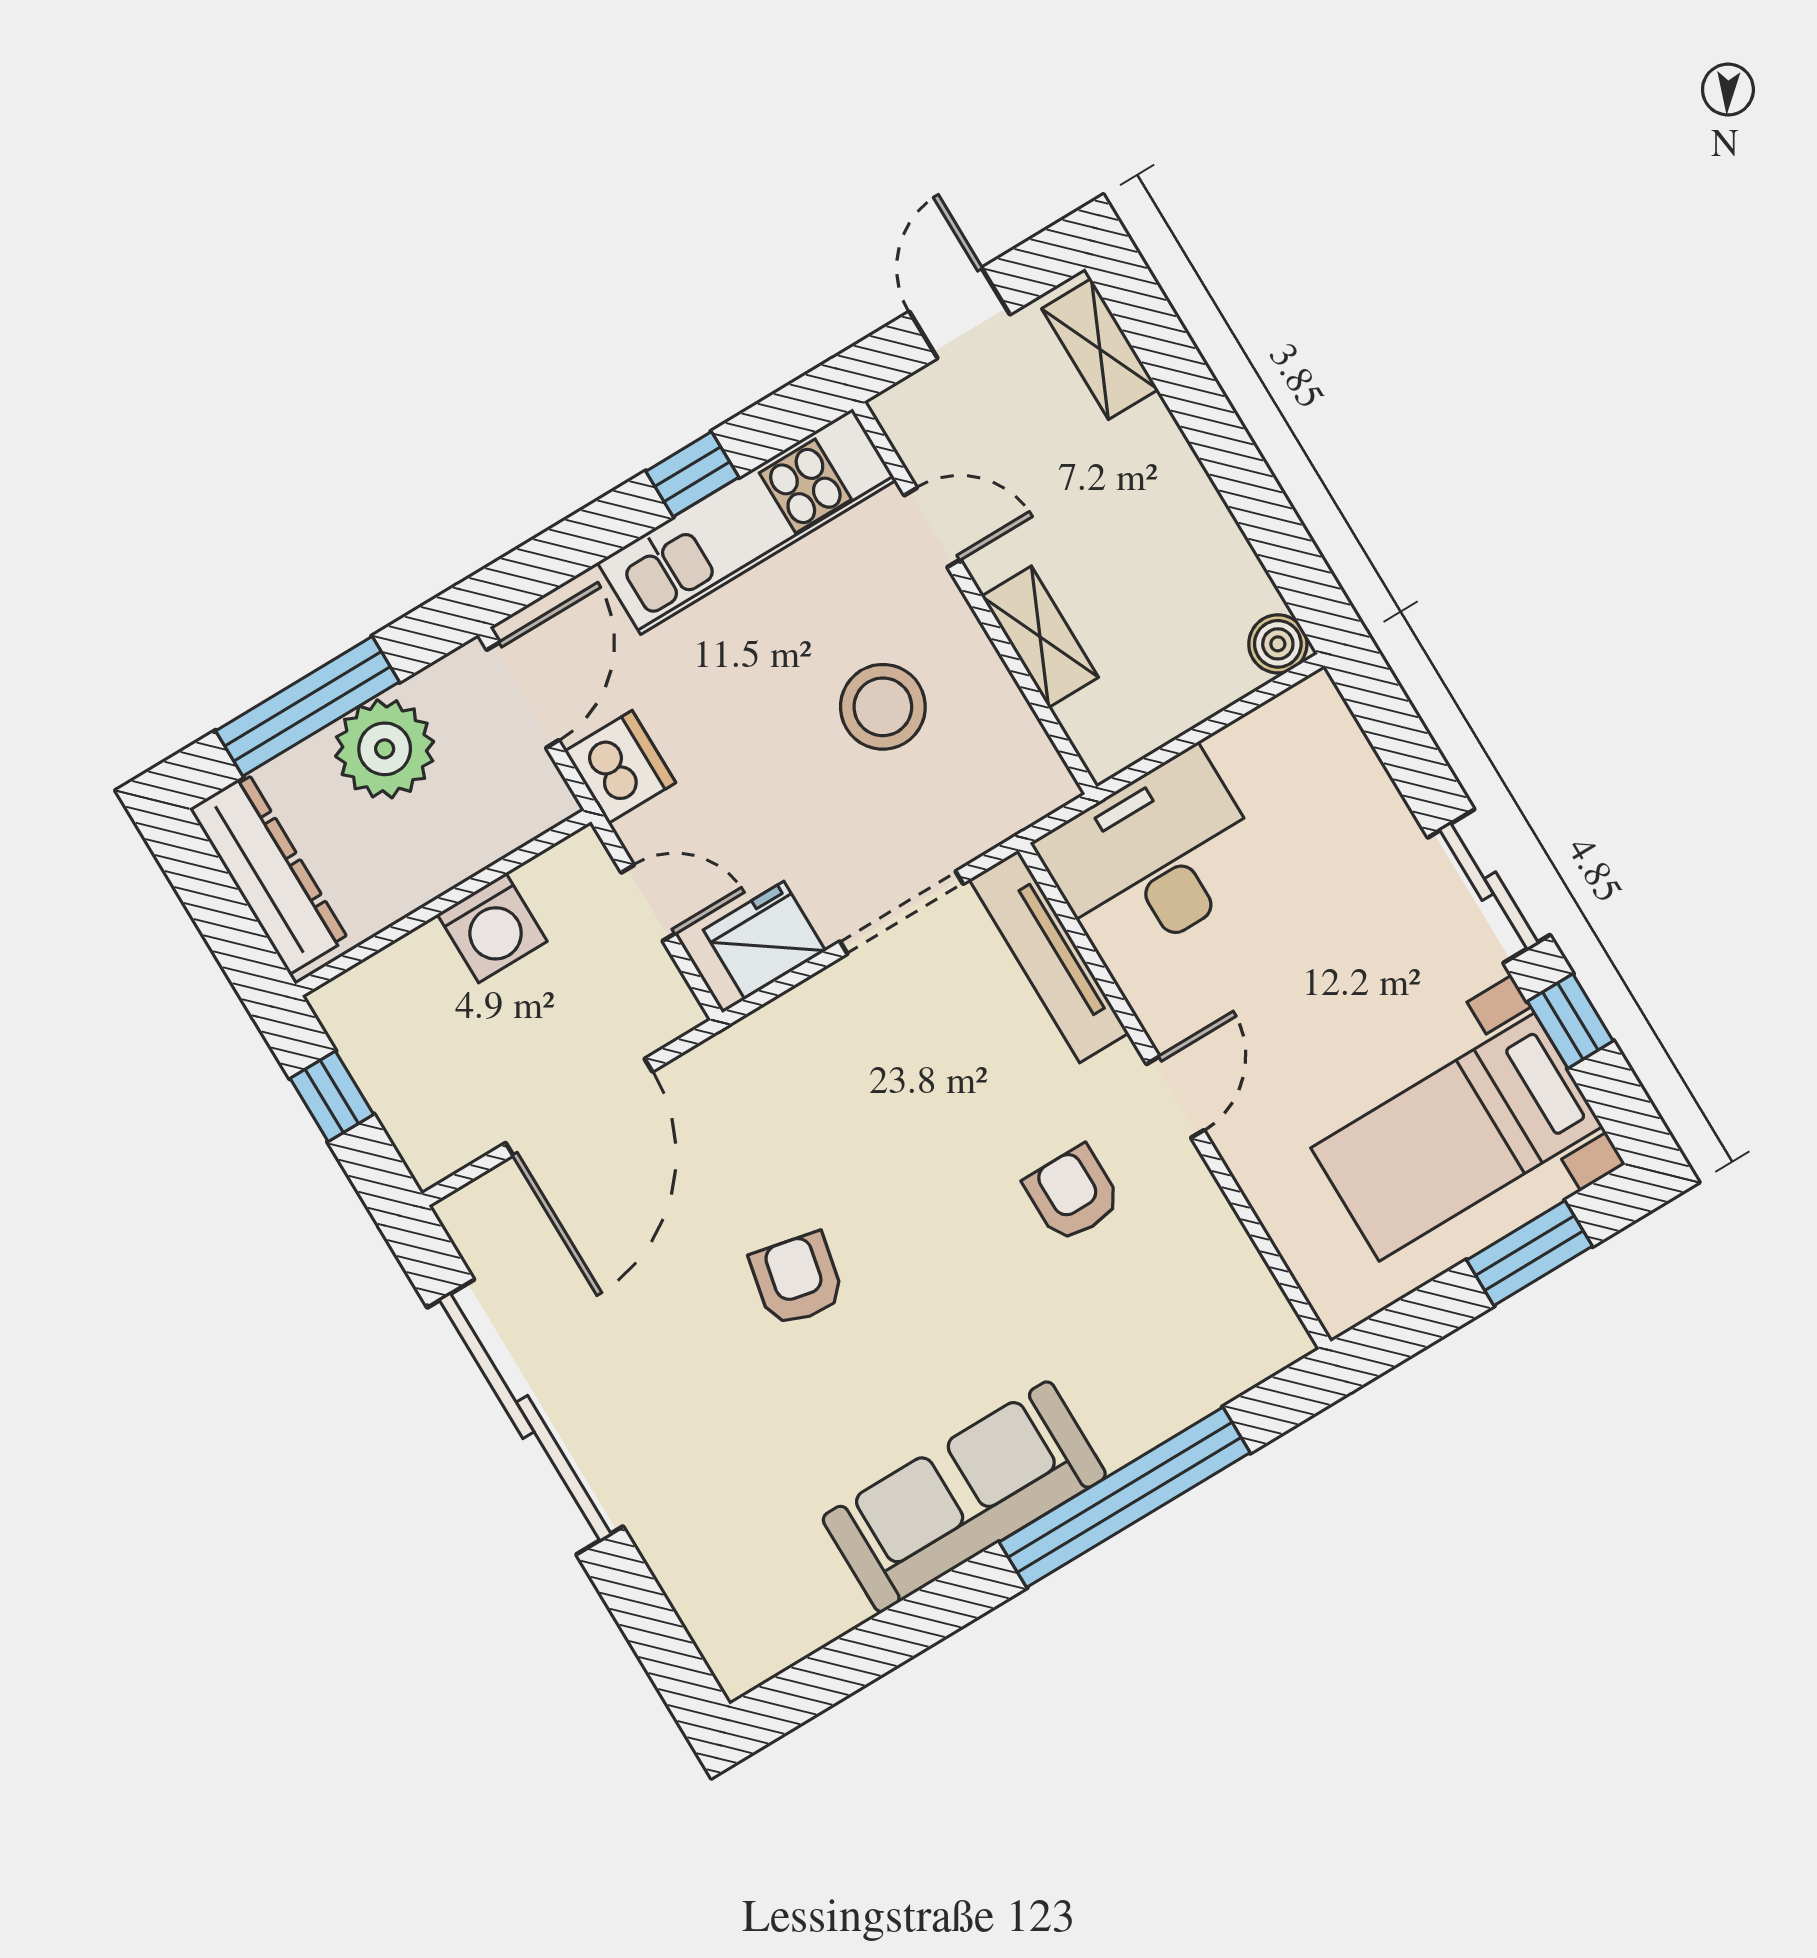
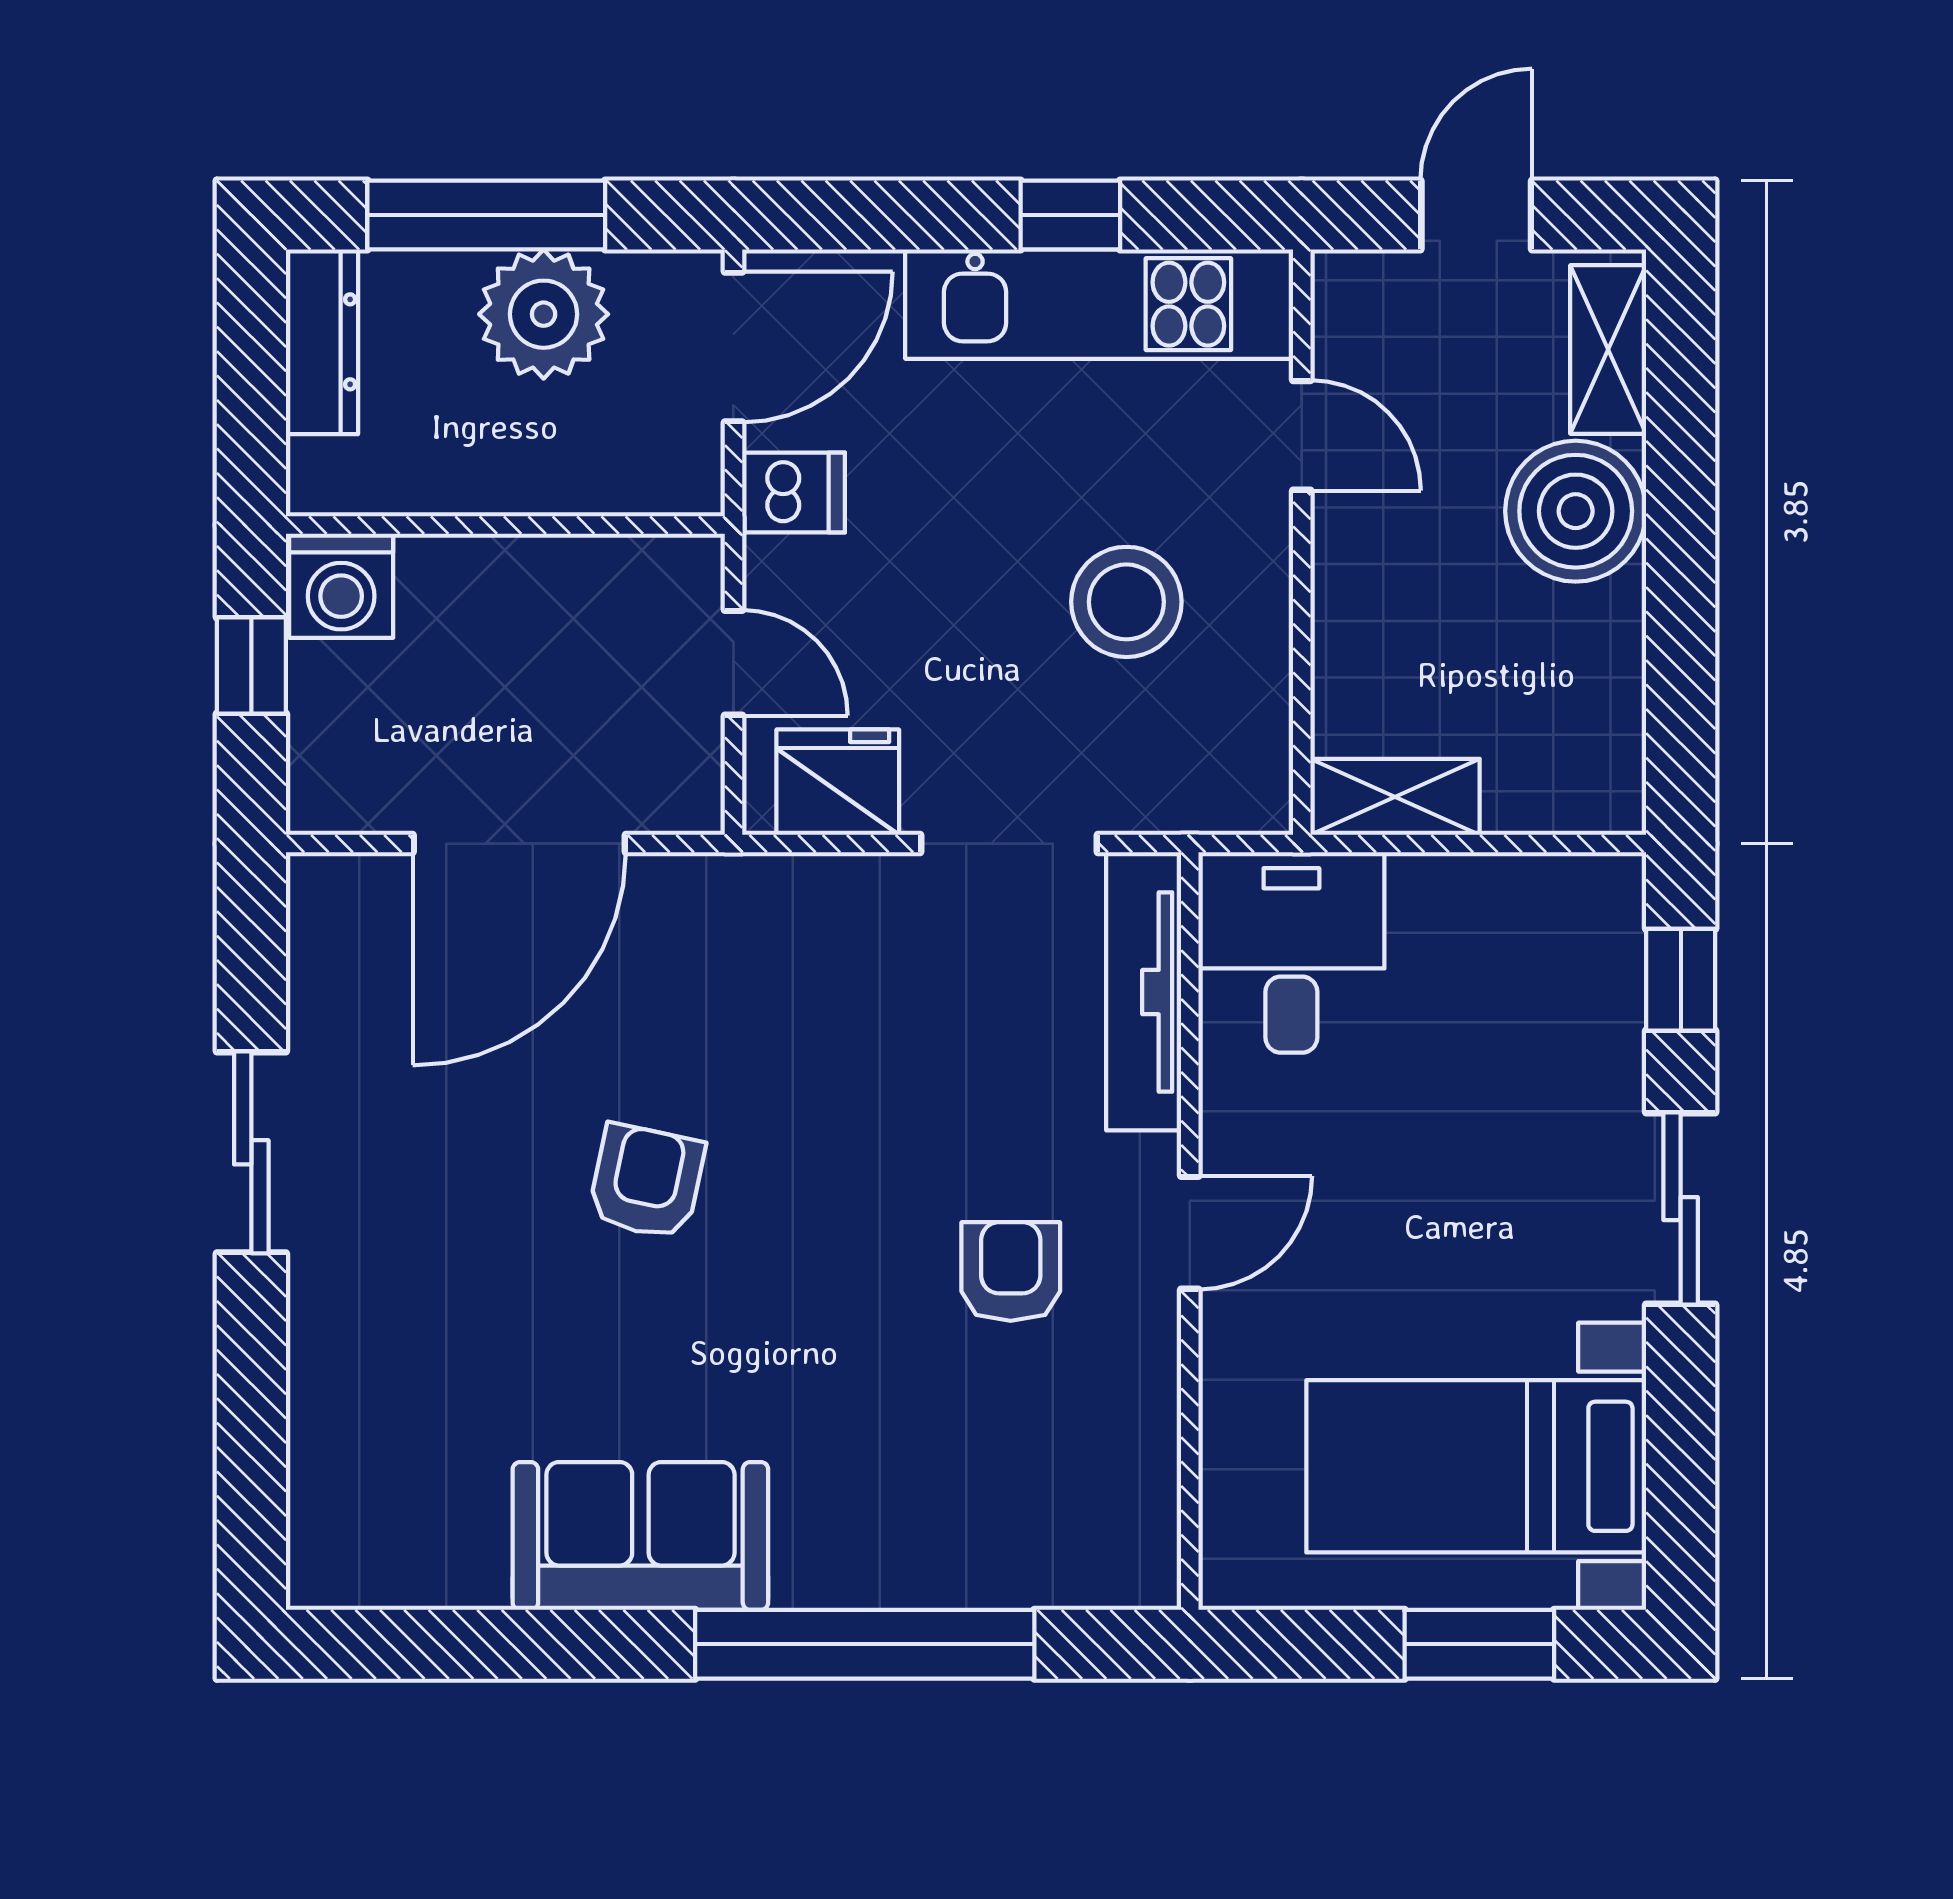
shelving: (1040, 637) -> (1395, 797), moved, turned 90
boiler: (1278, 644) -> (1576, 511), moved, width x1.86, depth x1.86
dishwasher: (620, 767) -> (794, 492), width x0.73
desk: (1154, 858) -> (1291, 952), width x0.73
dresser: (269, 874) -> (322, 342), width x0.73, depth x0.80
washing machine: (492, 928) -> (341, 586), moved
window: (1570, 1021) -> (1681, 980), moved
sliding door: (525, 1417) -> (251, 1152), width x0.54
sofa: (964, 1497) -> (640, 1536), width x0.73

